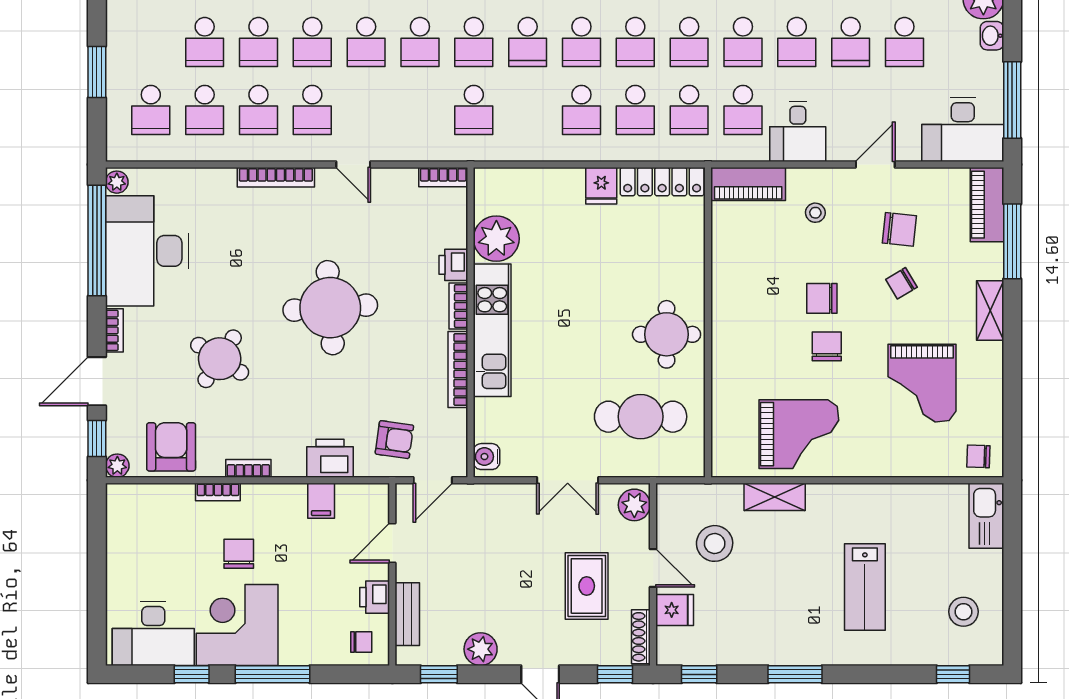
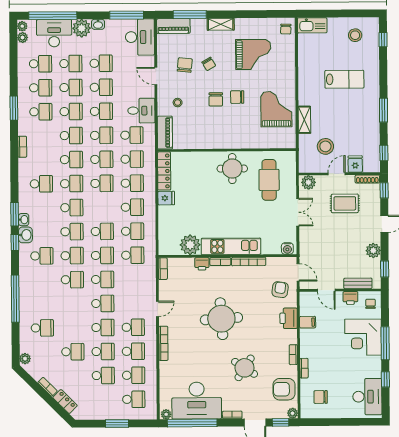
school desk: (581, 42) -> (133, 231), moved
chair: (239, 554) -> (321, 397), moved
corner desk: (237, 625) -> (363, 337), moved

